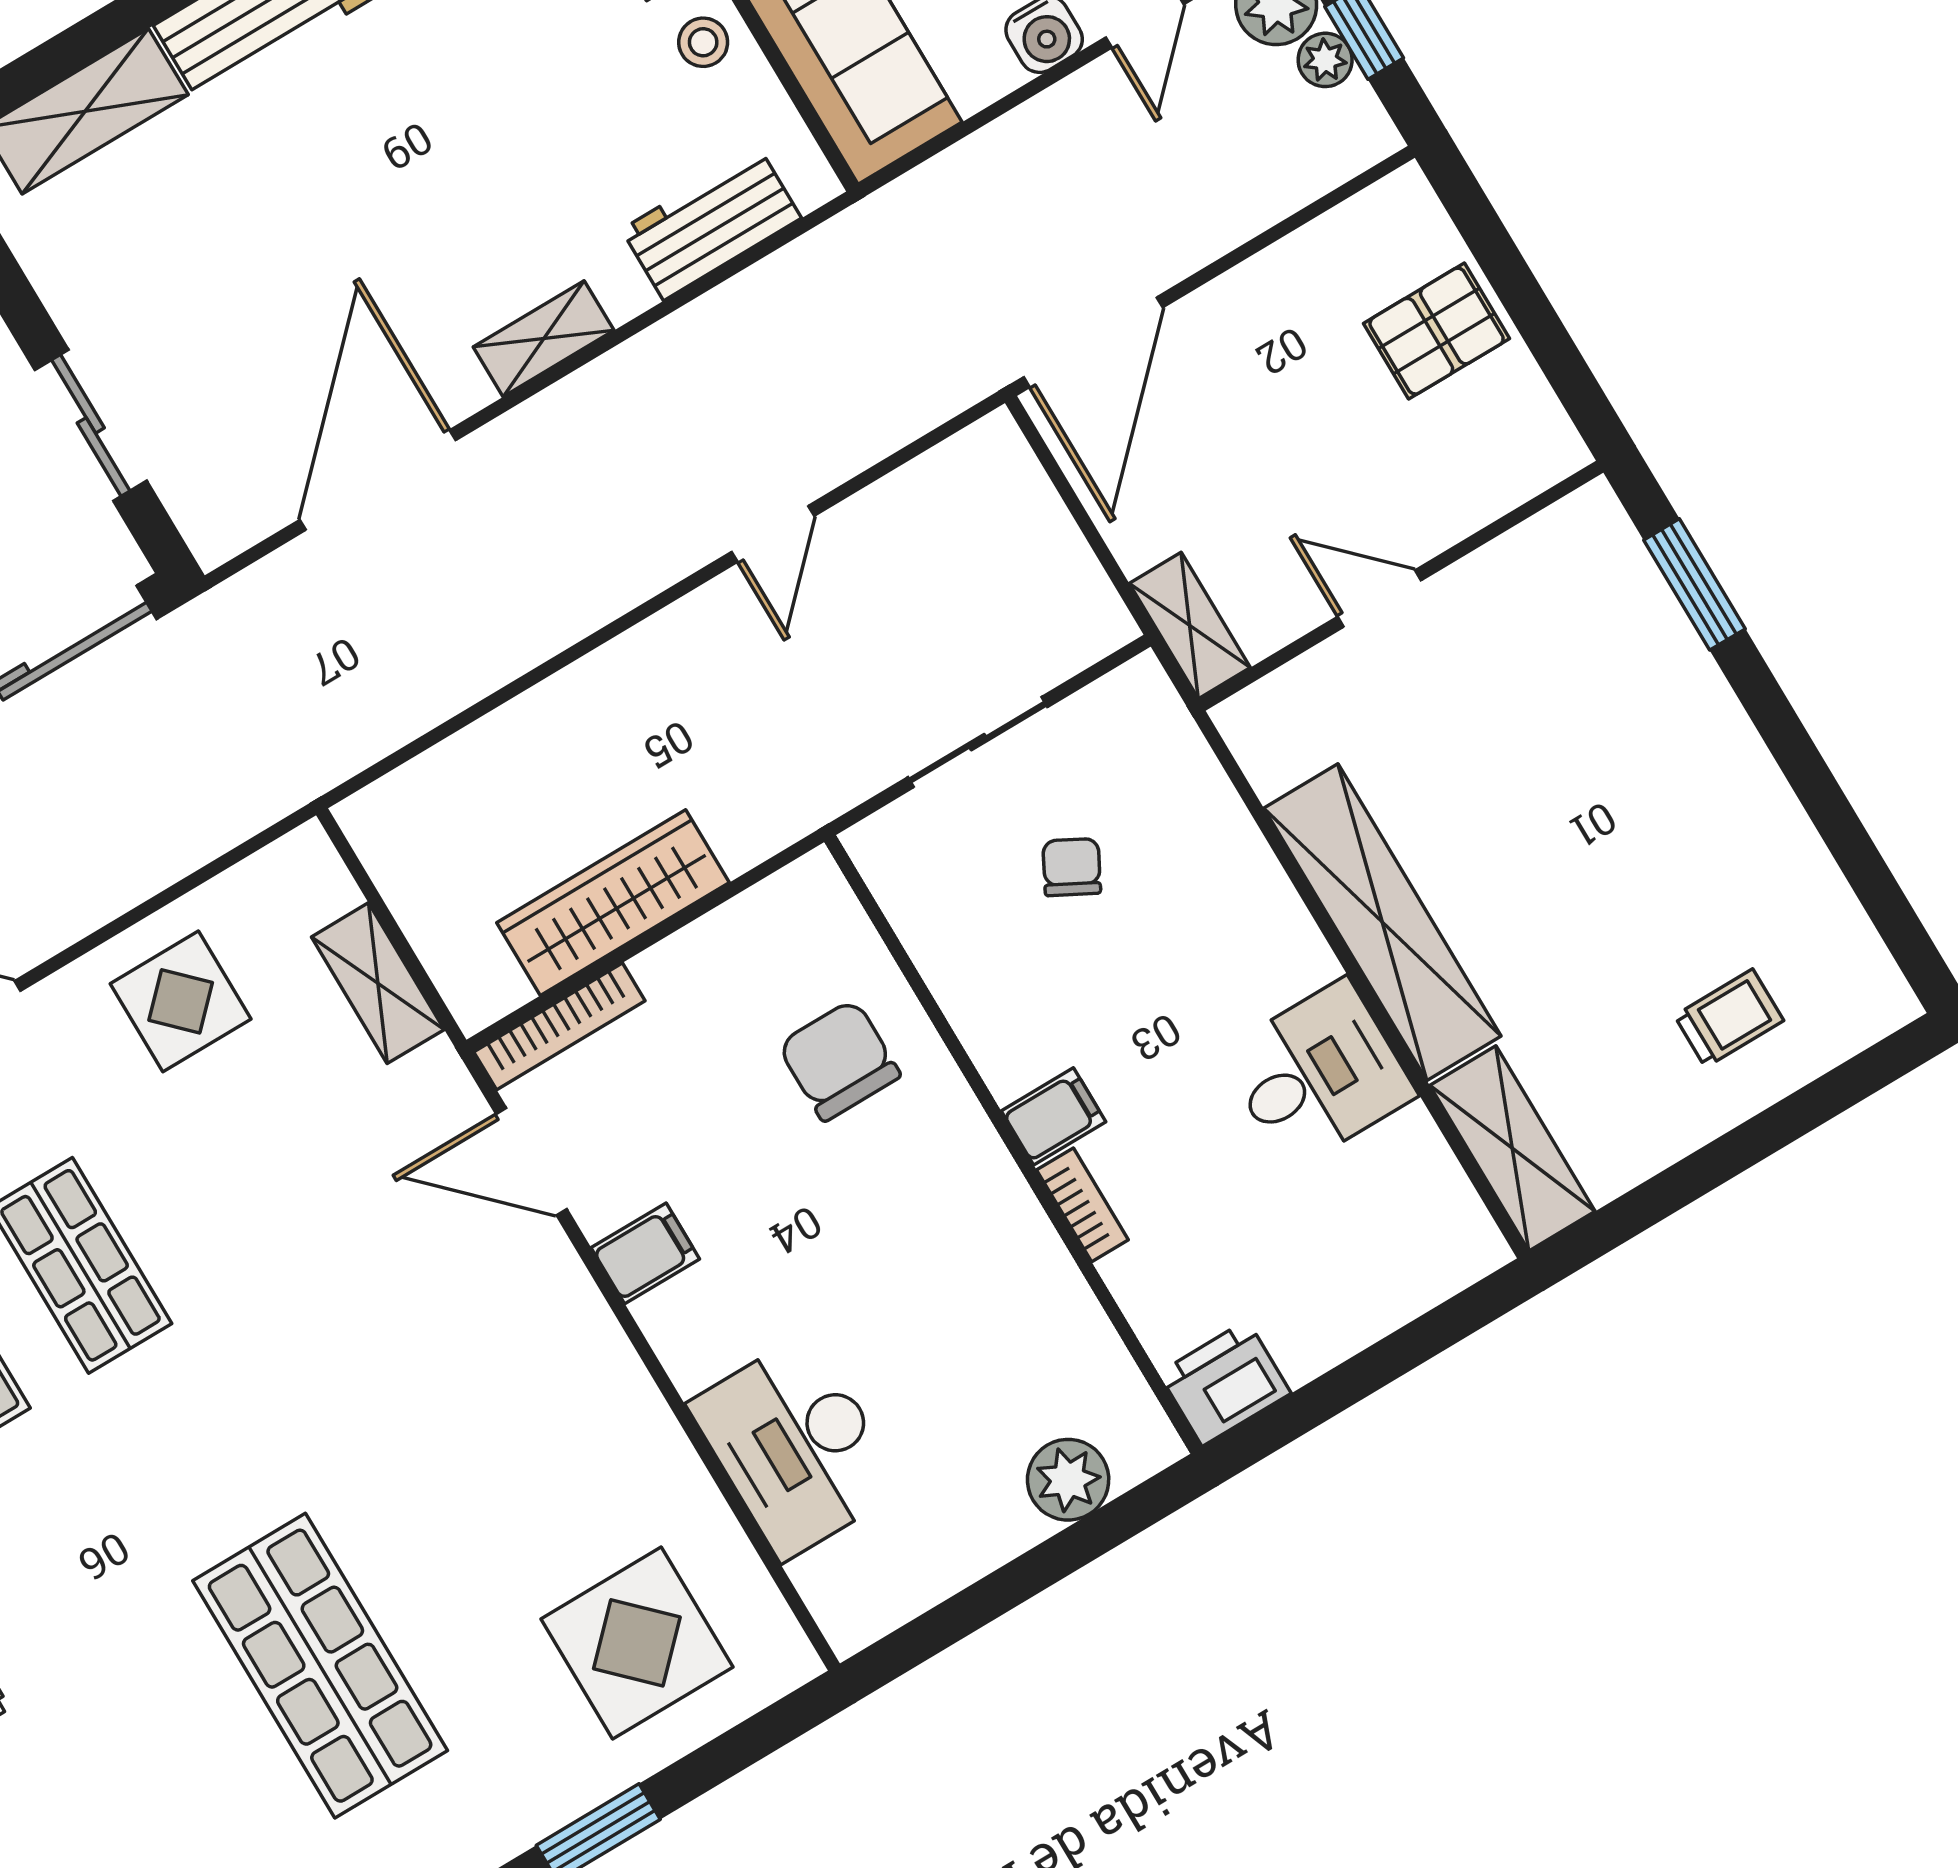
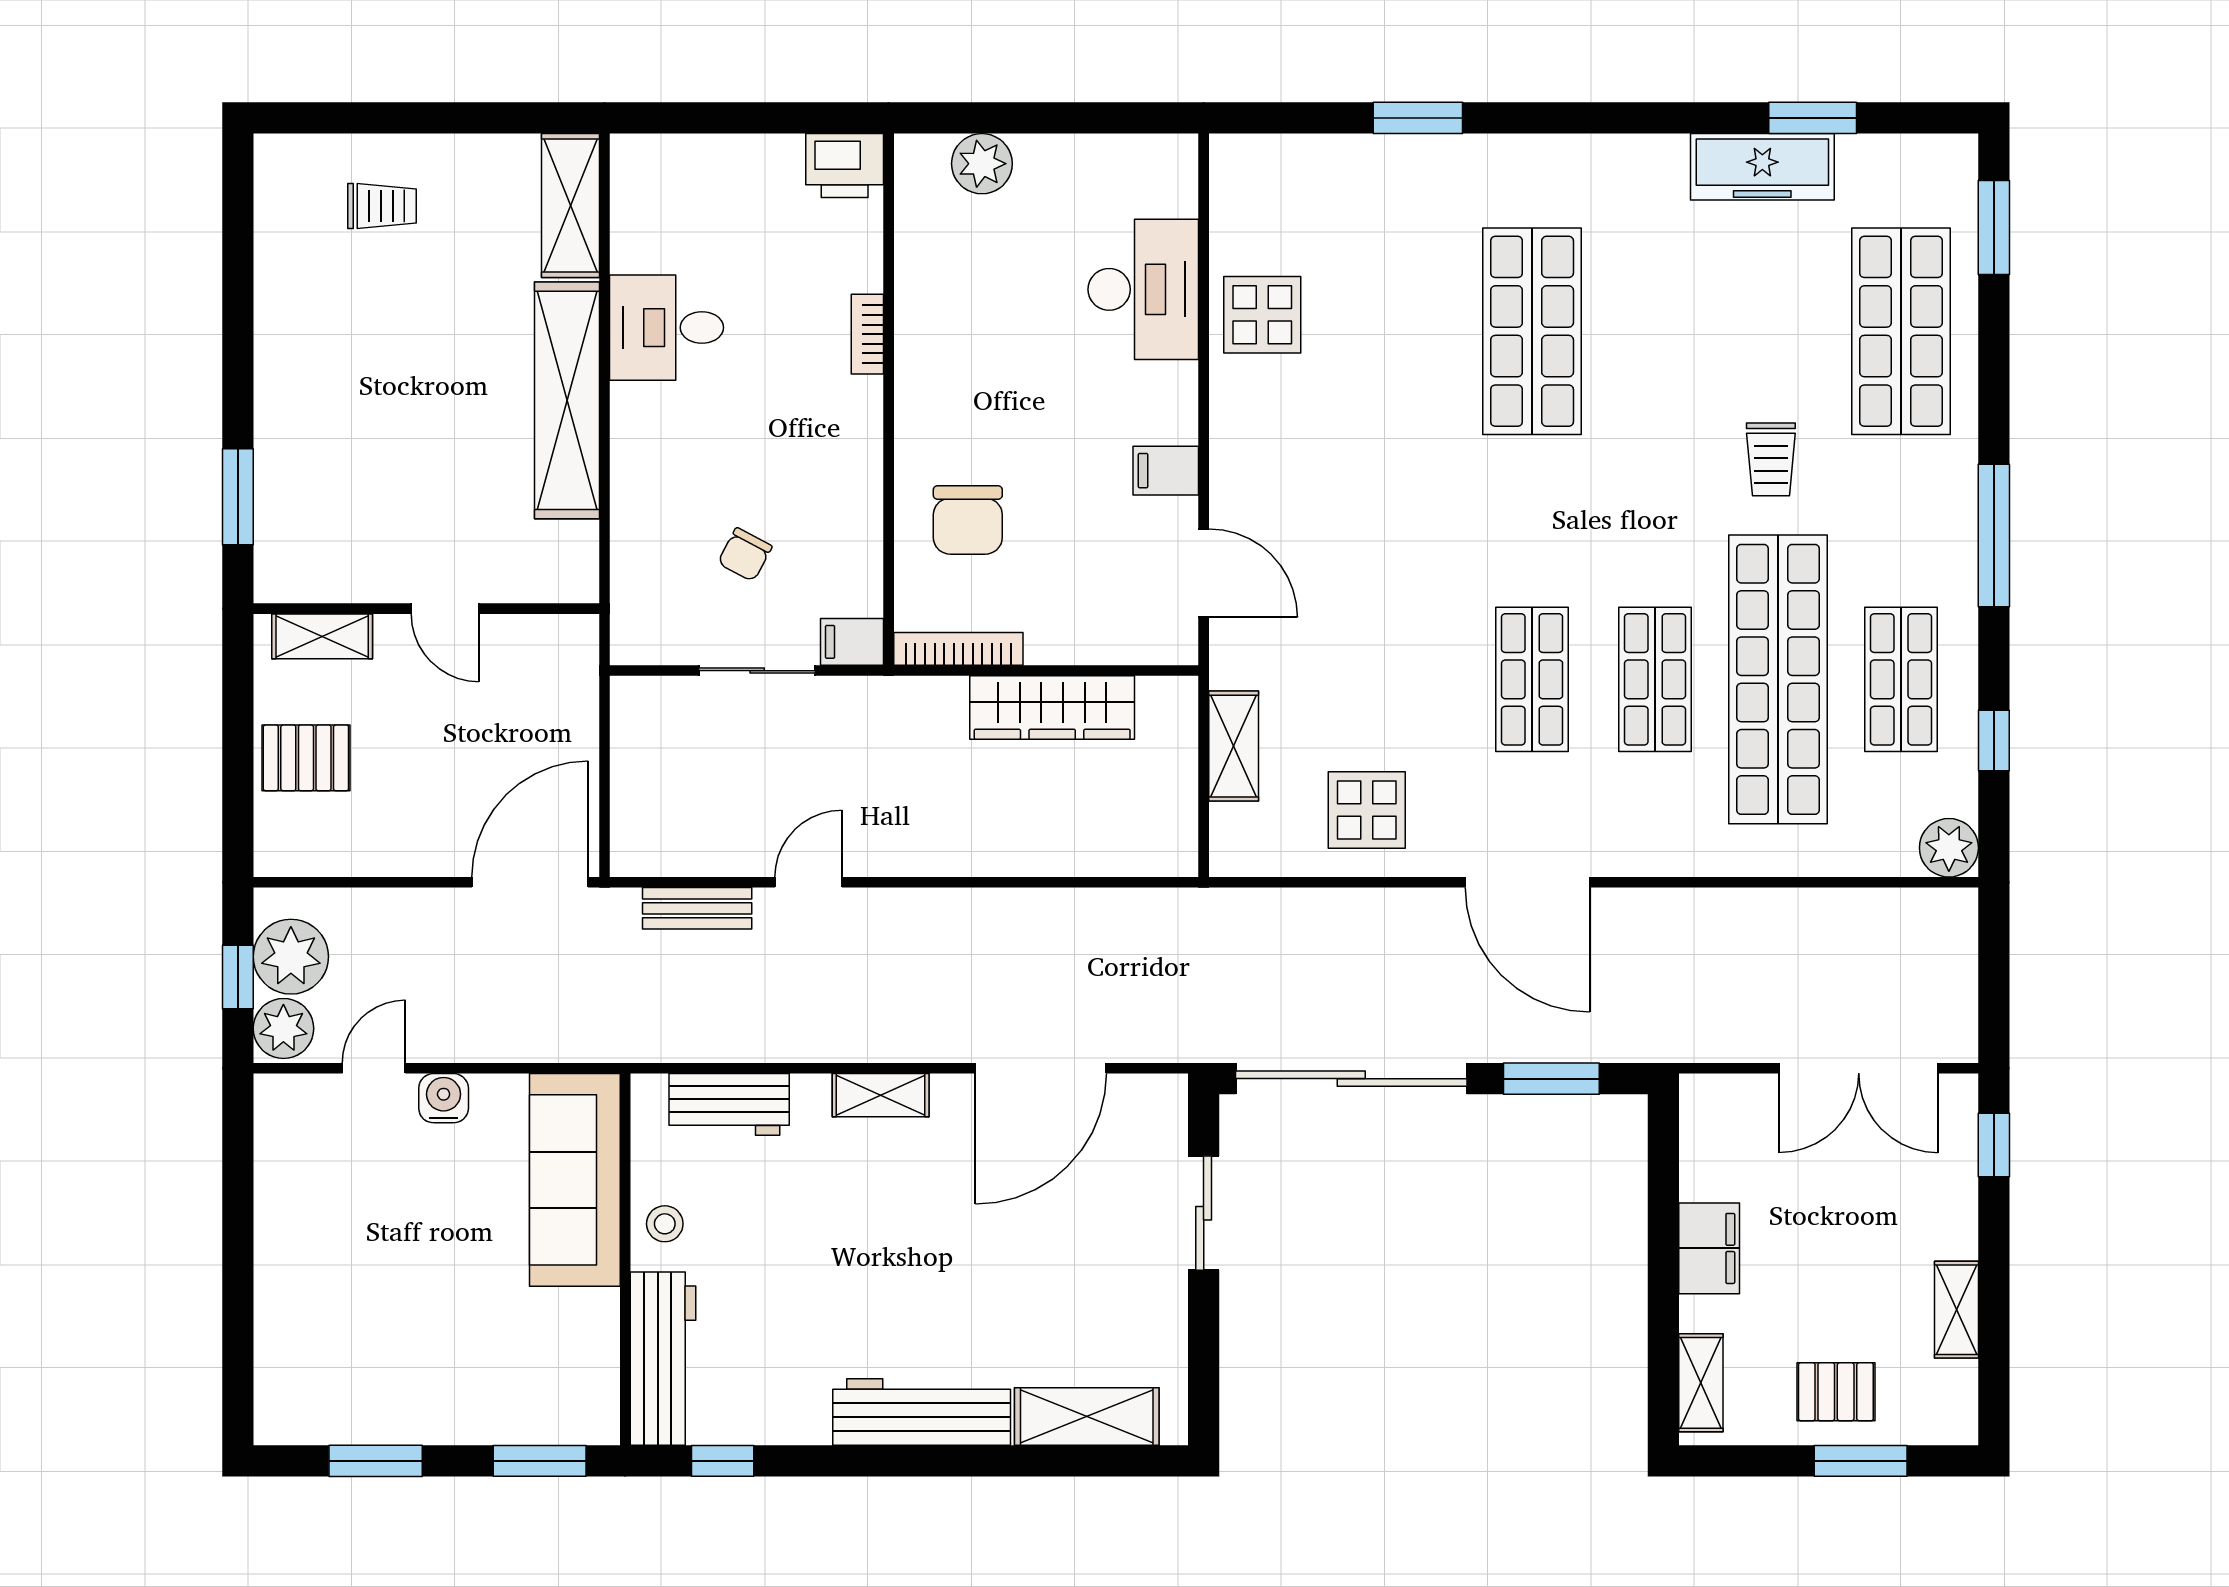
plant: (1325, 60) -> (291, 957), width x1.88, depth x1.88
bench: (883, 427) -> (697, 908), added
shelving: (1190, 625) -> (322, 636), moved, turned 90
trolley: (1729, 1018) -> (382, 206), turned 180
bookcase: (559, 1026) -> (958, 649), moved
filing cabinet: (1054, 1116) -> (852, 642), moved
display table: (637, 1643) -> (1262, 315), moved, width x0.73, depth x0.73

